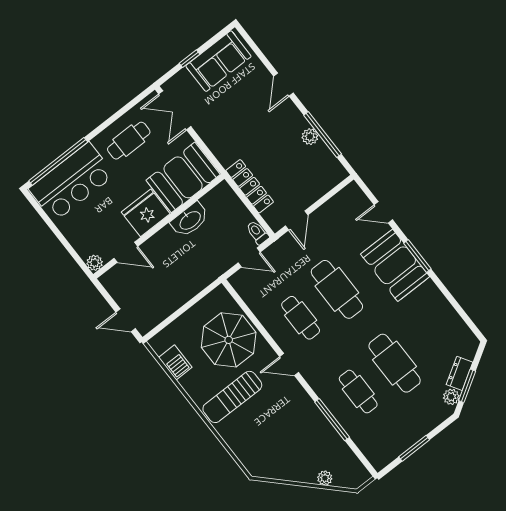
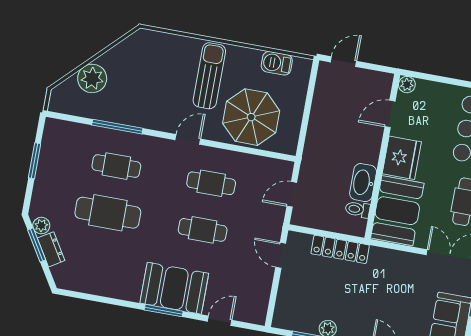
toilet: (257, 233) -> (358, 209), moved, turned 180
cafe table: (337, 289) -> (203, 230), width x0.73, depth x0.74
plant: (325, 478) -> (92, 78), width x1.88, depth x1.88

